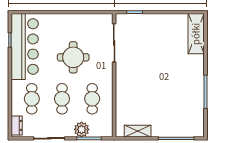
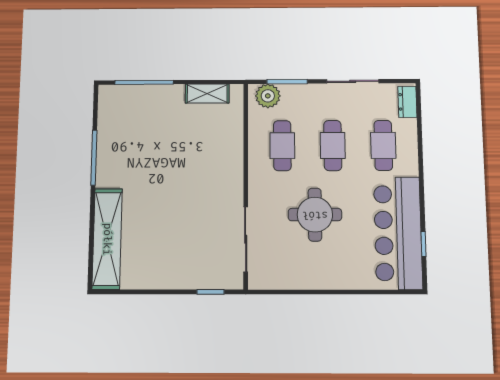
shelving: (196, 34) -> (107, 239), width x1.47
plant: (82, 129) -> (268, 96), moved

